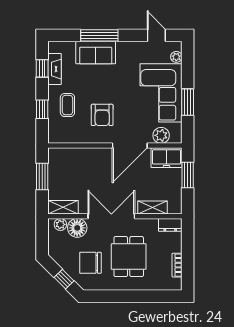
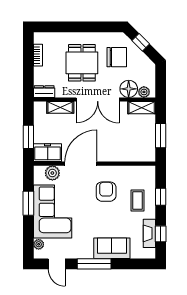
window: (99, 35) -> (94, 264), moved

